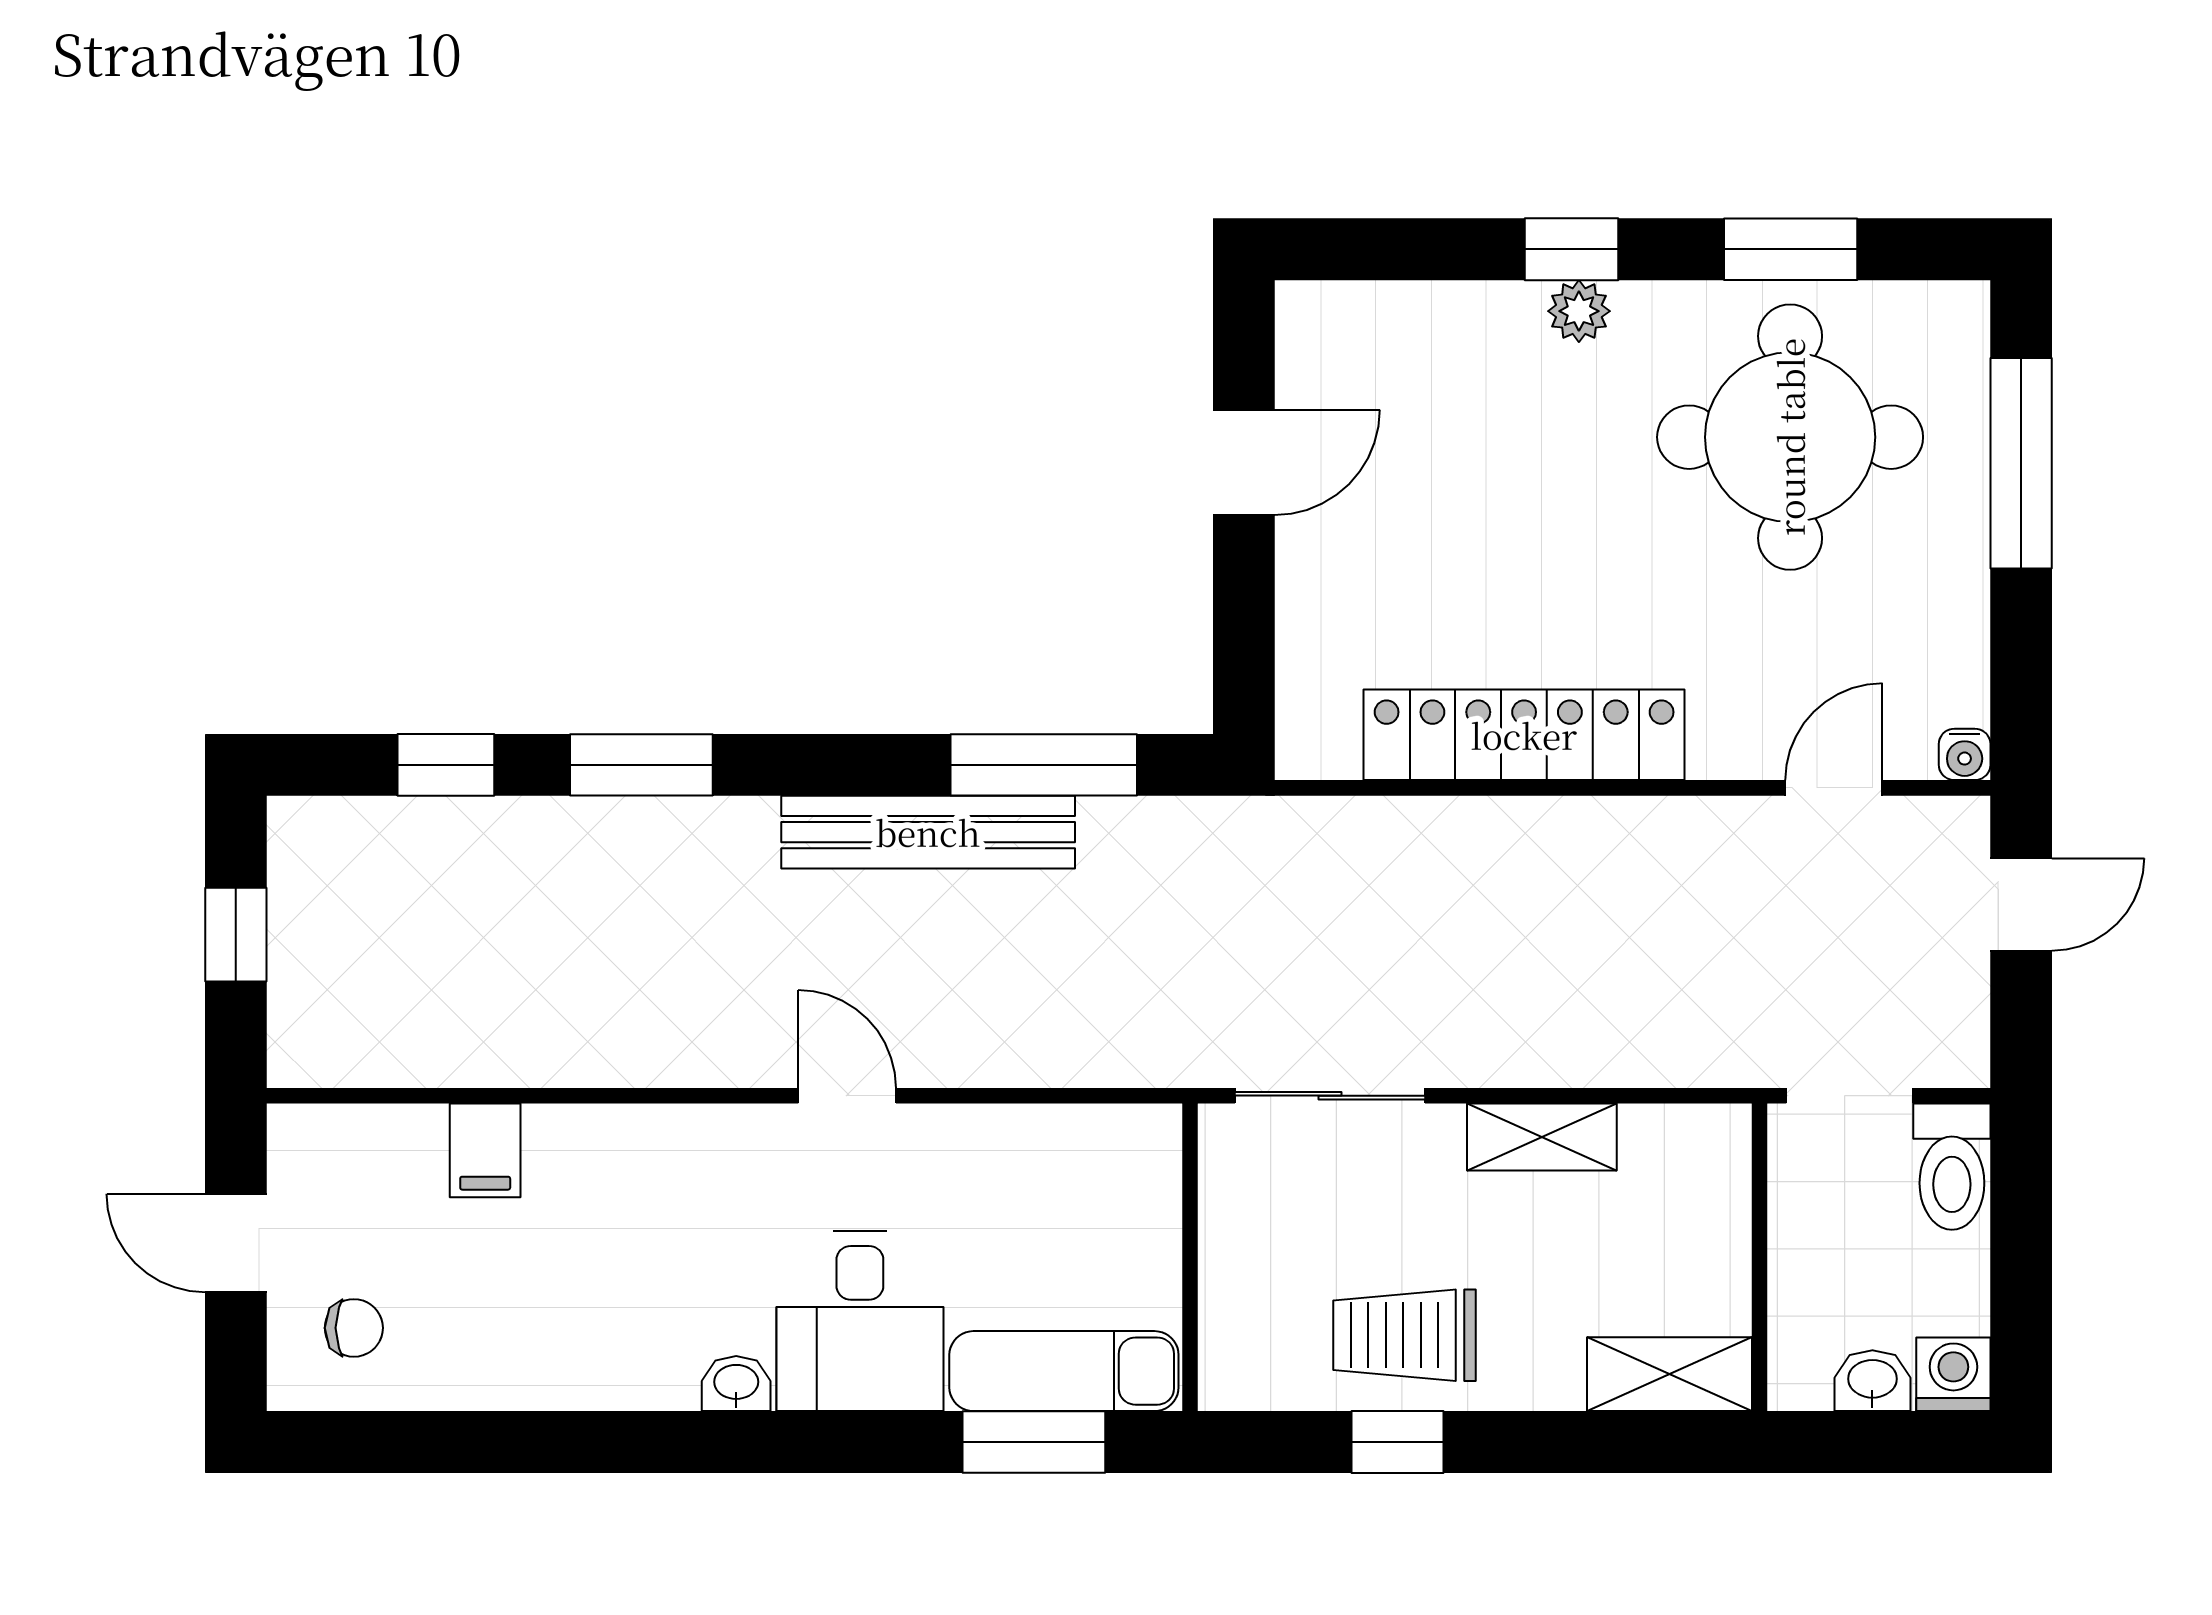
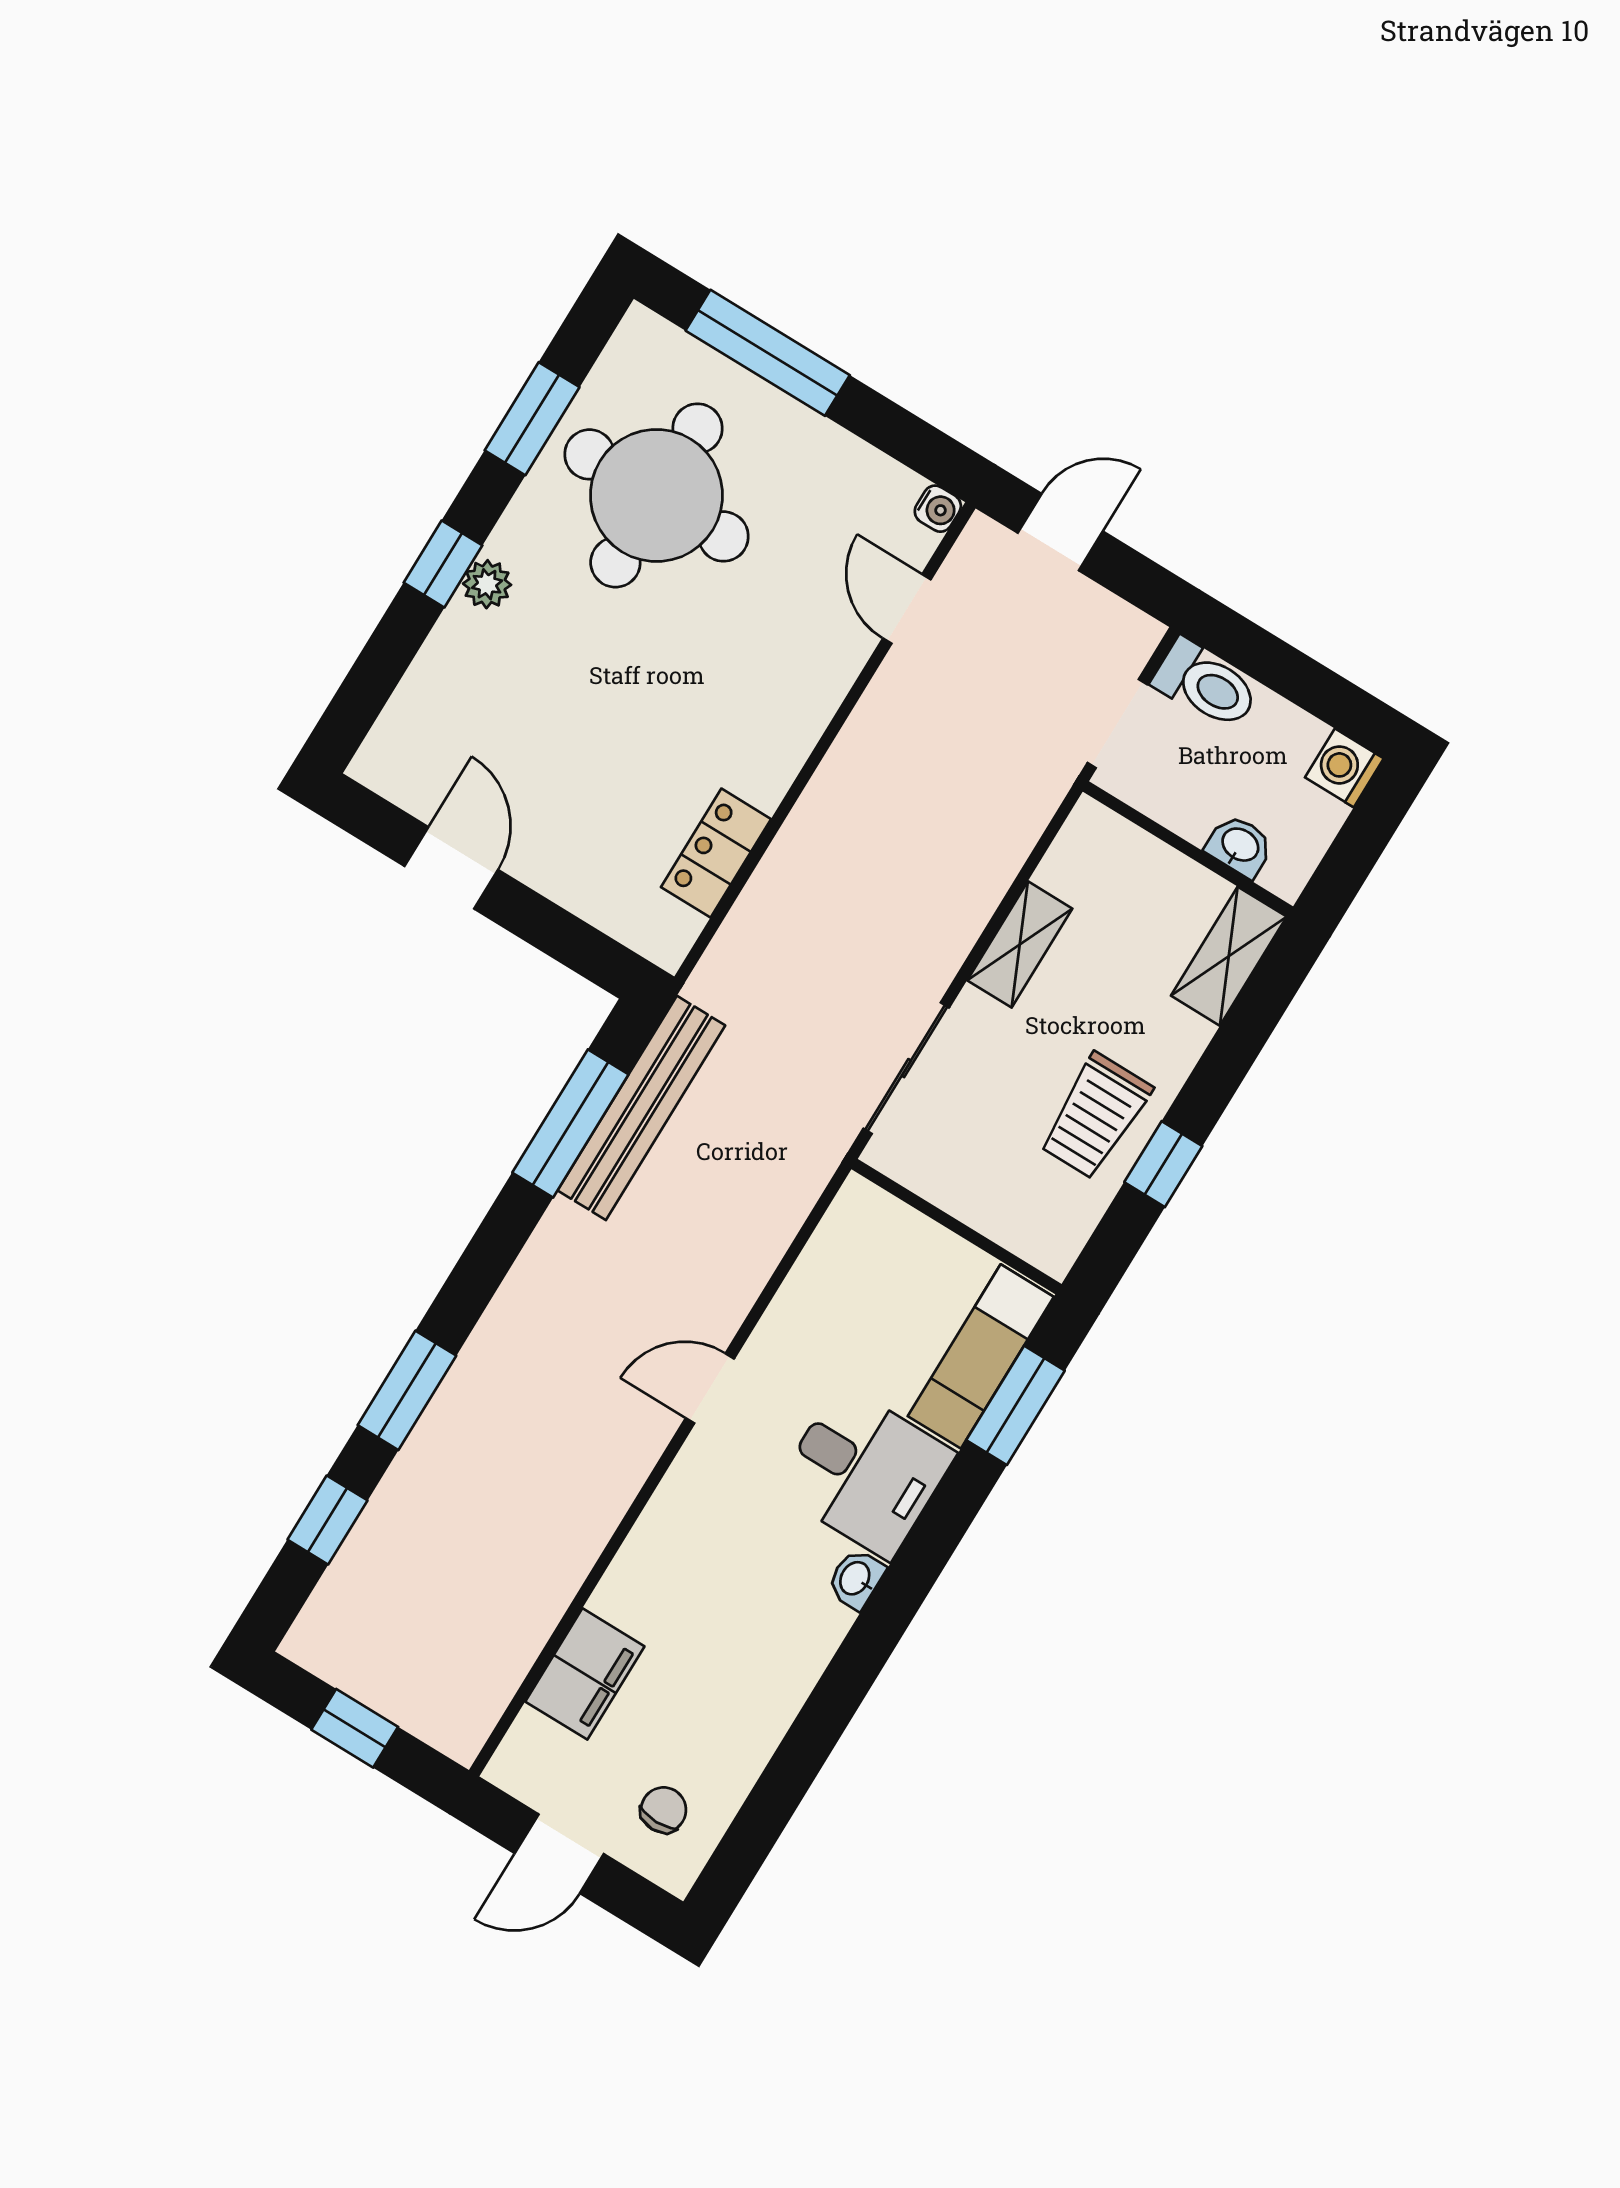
locker: (1524, 735) -> (716, 853), width x0.46, depth x0.83
bench: (928, 832) -> (641, 1108), moved
door: (2021, 904) -> (1060, 532), hinge flipped
filing cabinet: (485, 1150) -> (585, 1674), width x2.00
washbasin: (1872, 1381) -> (1240, 846), moved, turned 90

